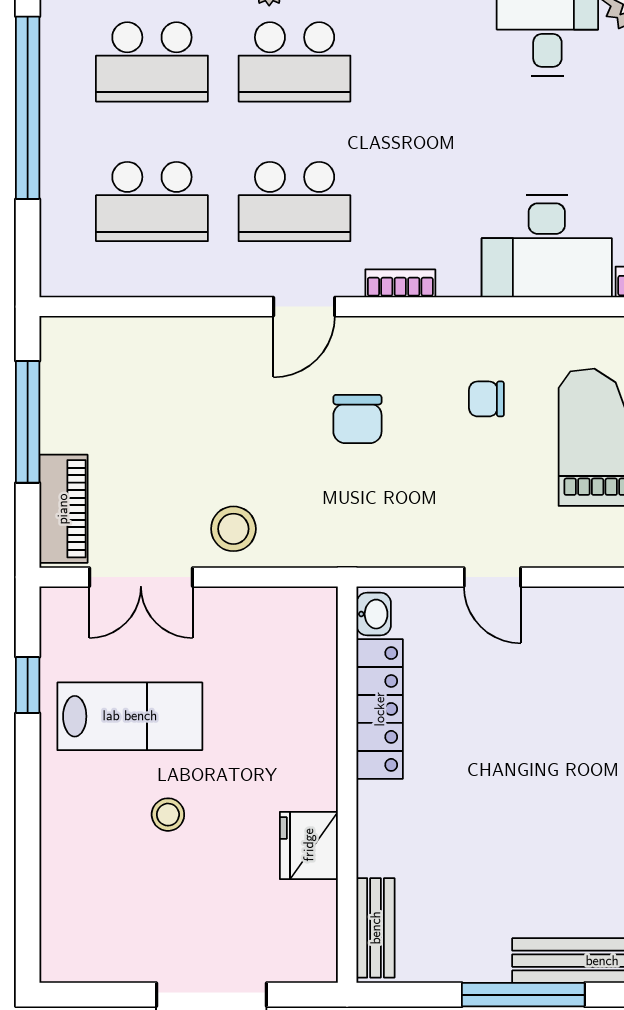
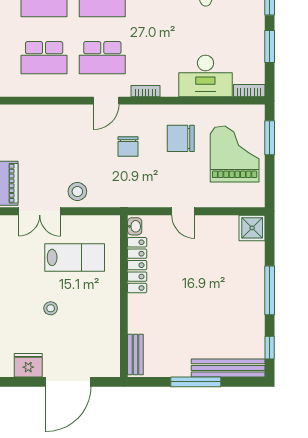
chair: (486, 399) -> (181, 138), width x1.87, depth x1.87
lab bench: (130, 716) -> (75, 257), moved
fridge: (309, 845) -> (28, 365), moved, turned 90

